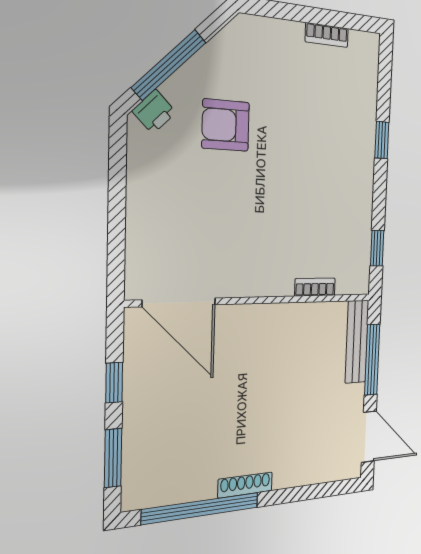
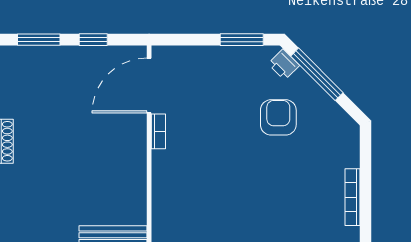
bookcase: (327, 35) -> (352, 197), width x1.56
window: (117, 170) -> (242, 40), added
bookcase: (315, 287) -> (158, 131), moved

